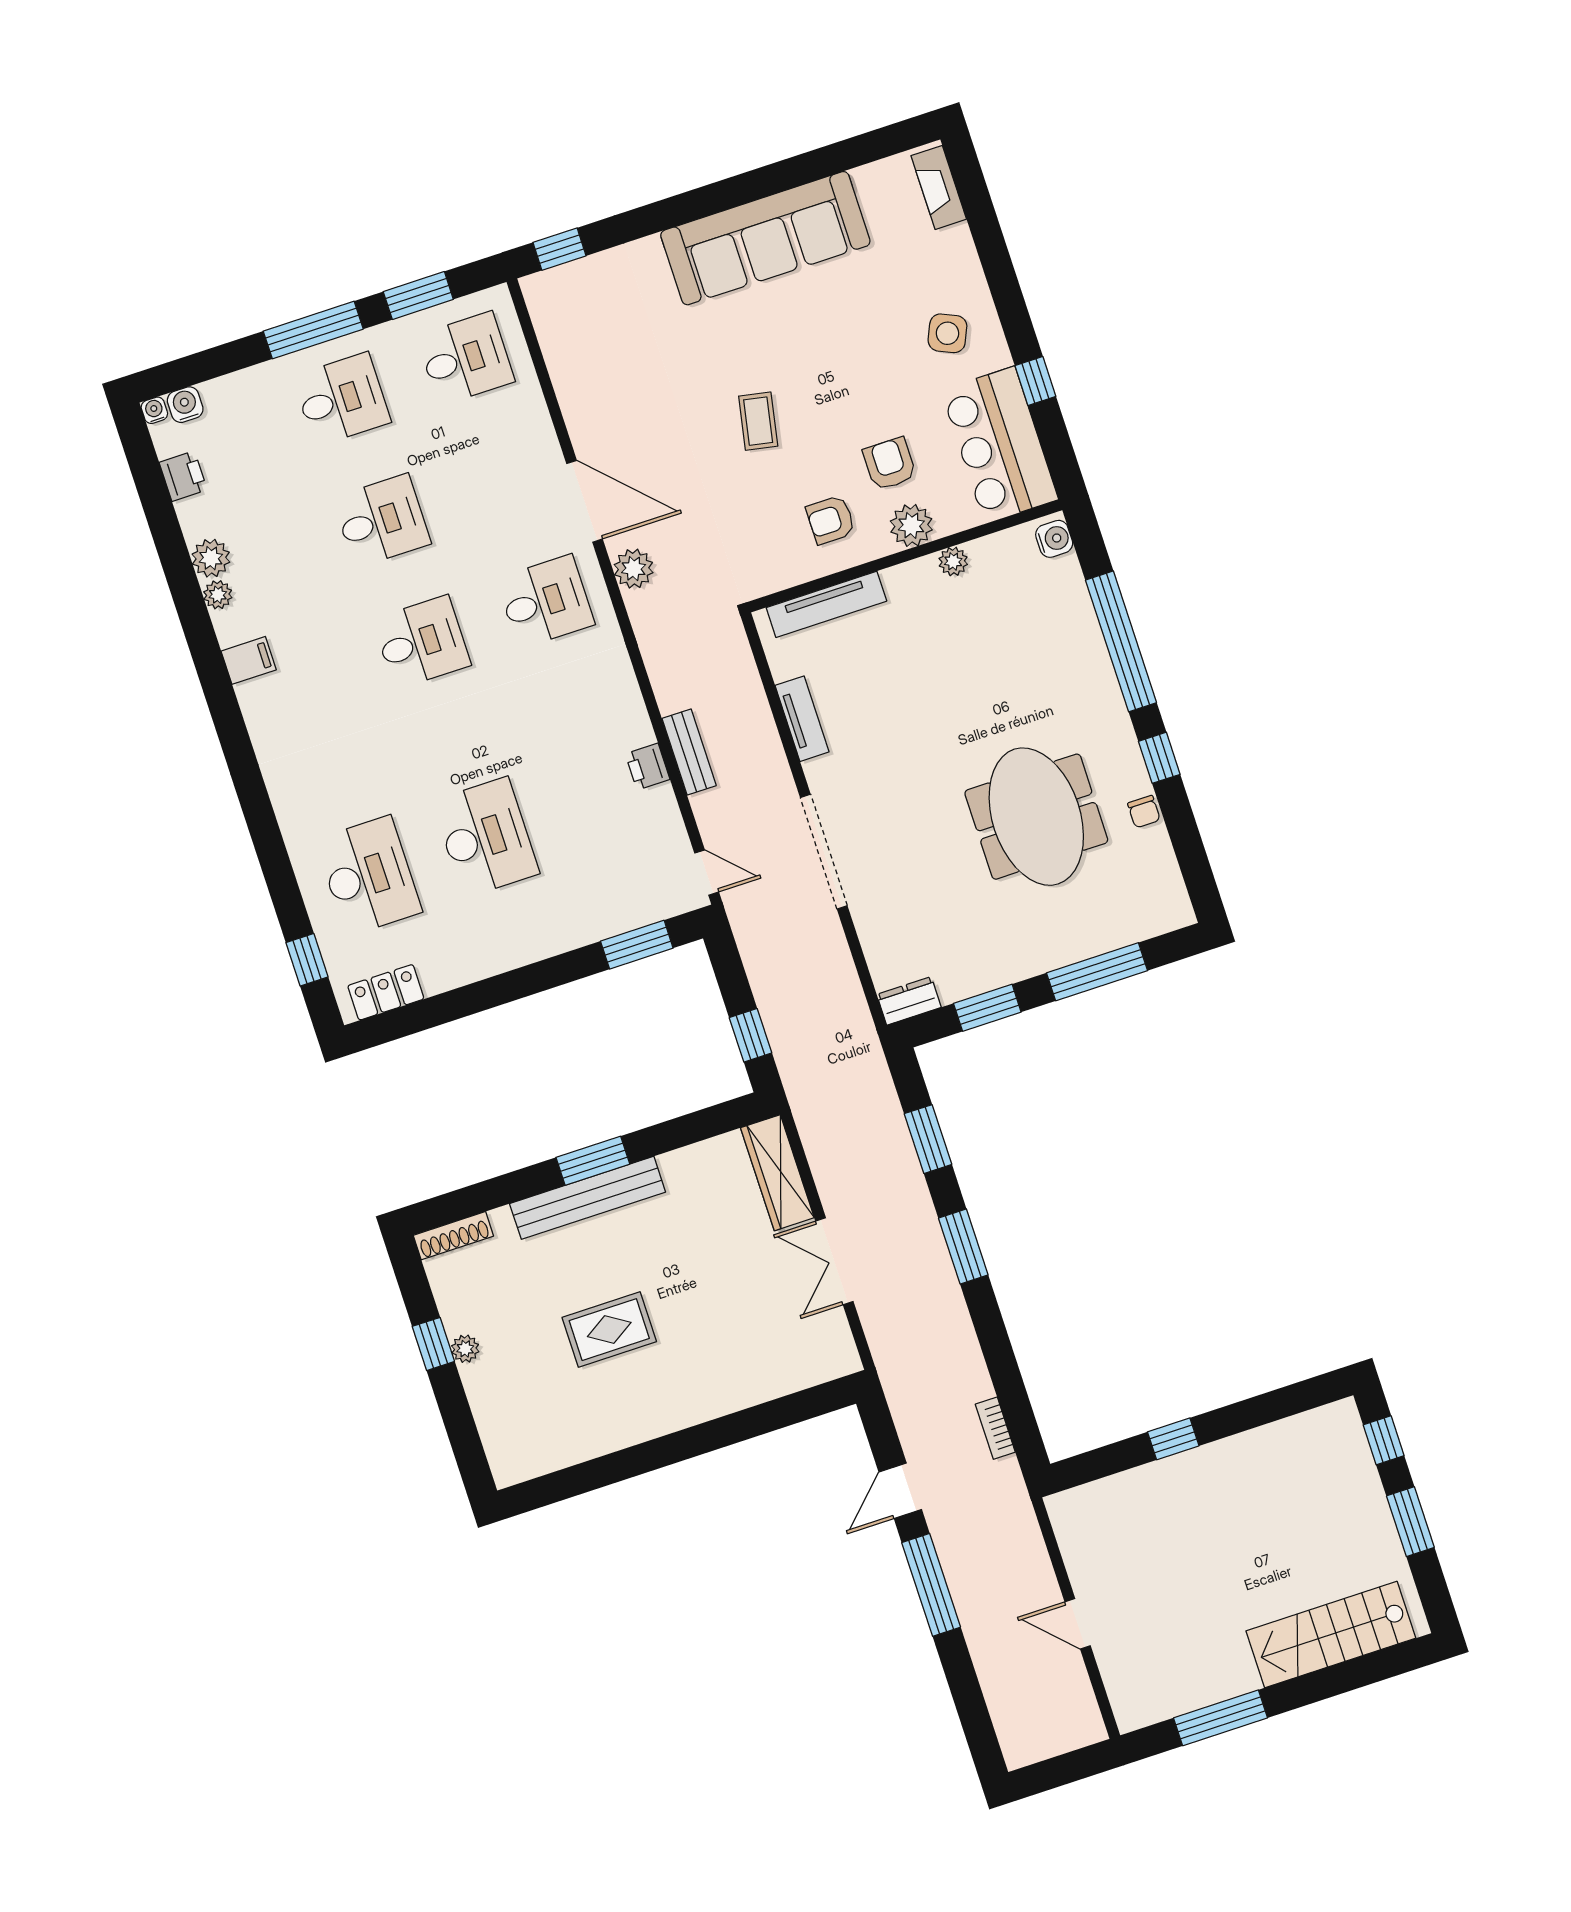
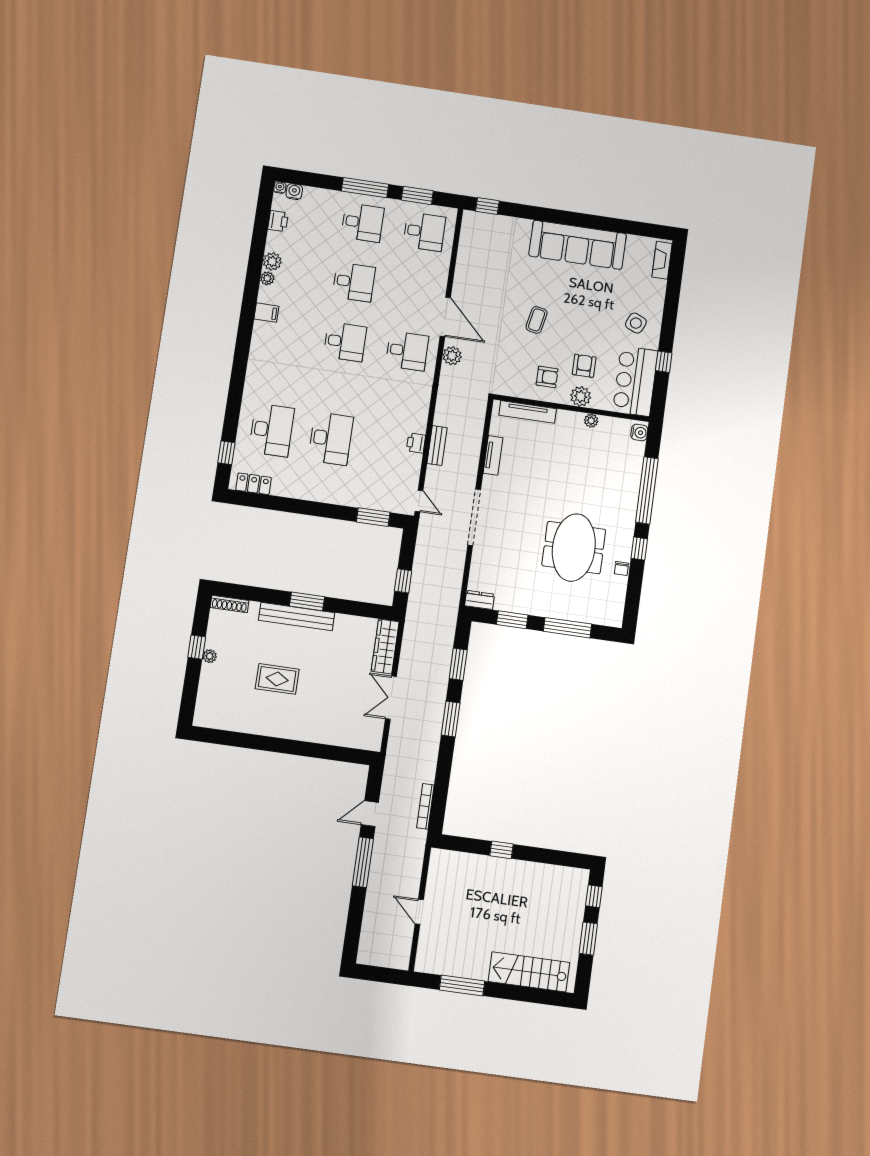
armchair: (831, 520) -> (547, 377), turned 180
bookcase: (995, 1428) -> (425, 806), width x1.56

